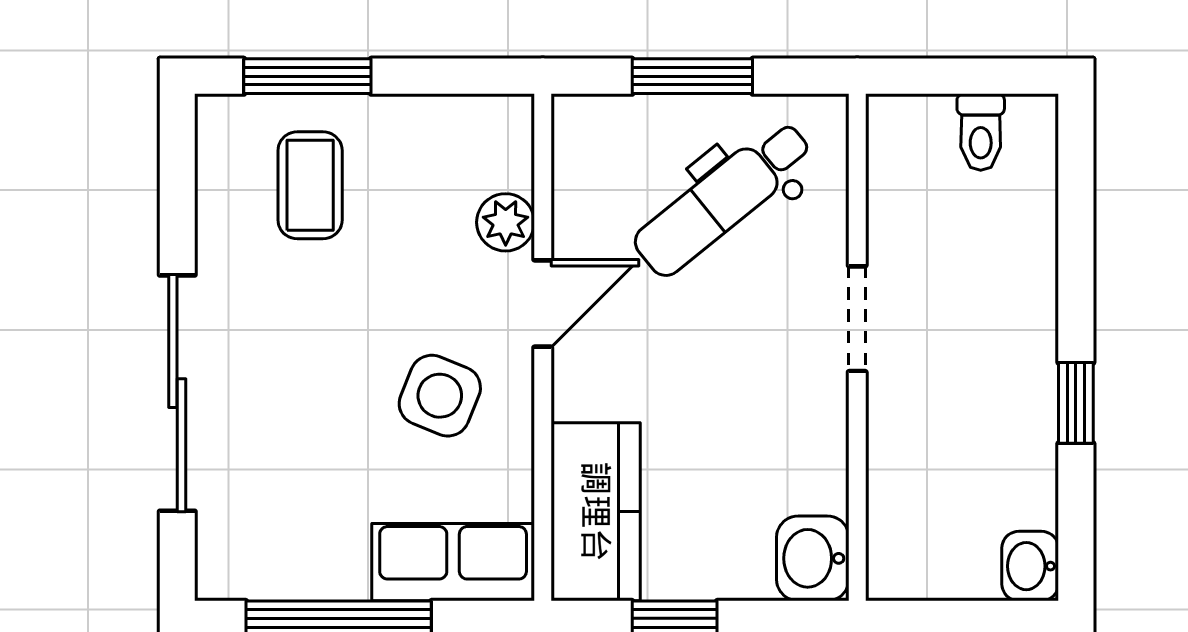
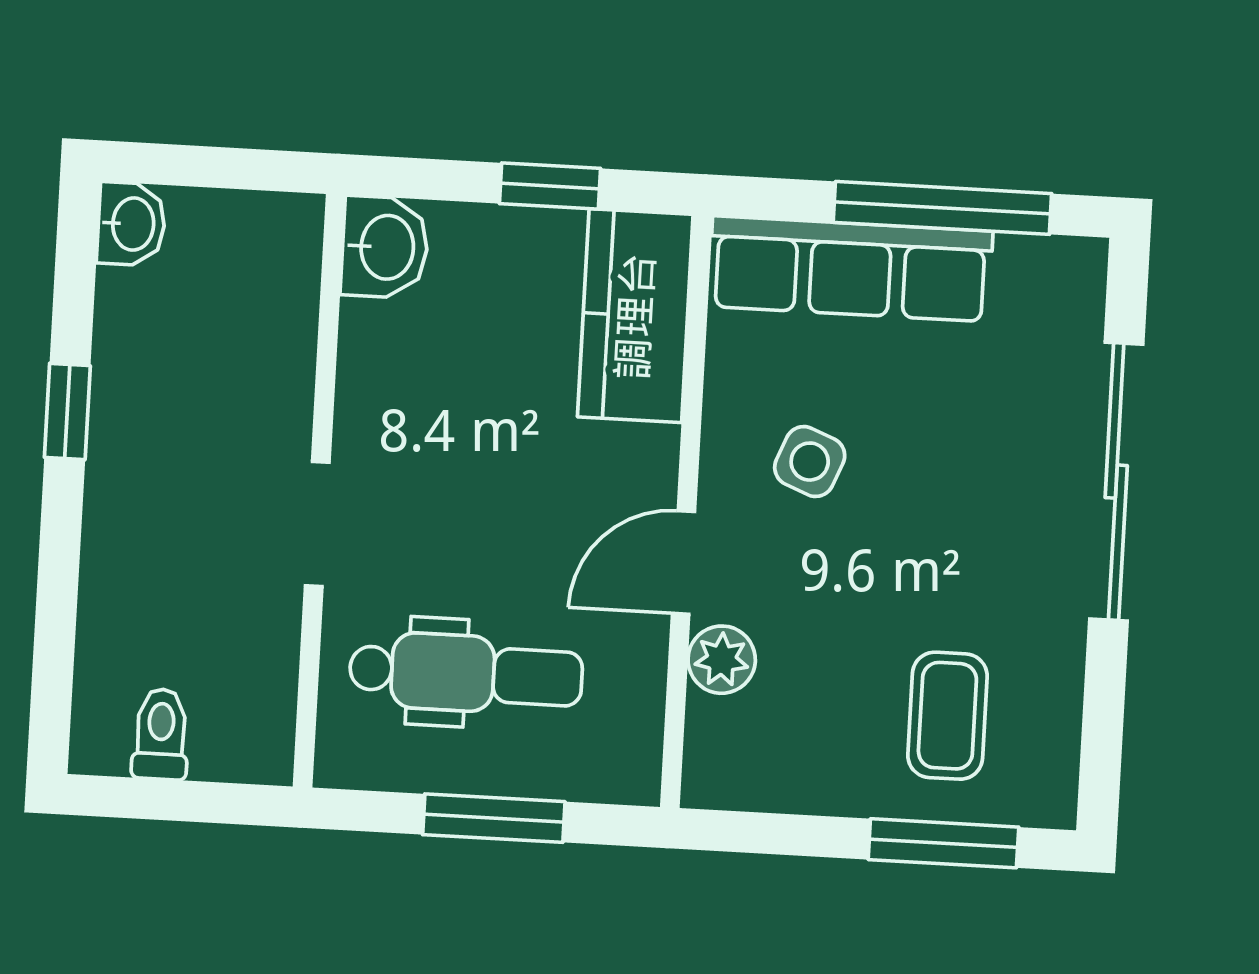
dental chair: (723, 198) -> (466, 673), turned 39
side table: (440, 396) -> (810, 462), width x0.73, depth x0.73
row of seats: (453, 562) -> (850, 269), width x1.48

